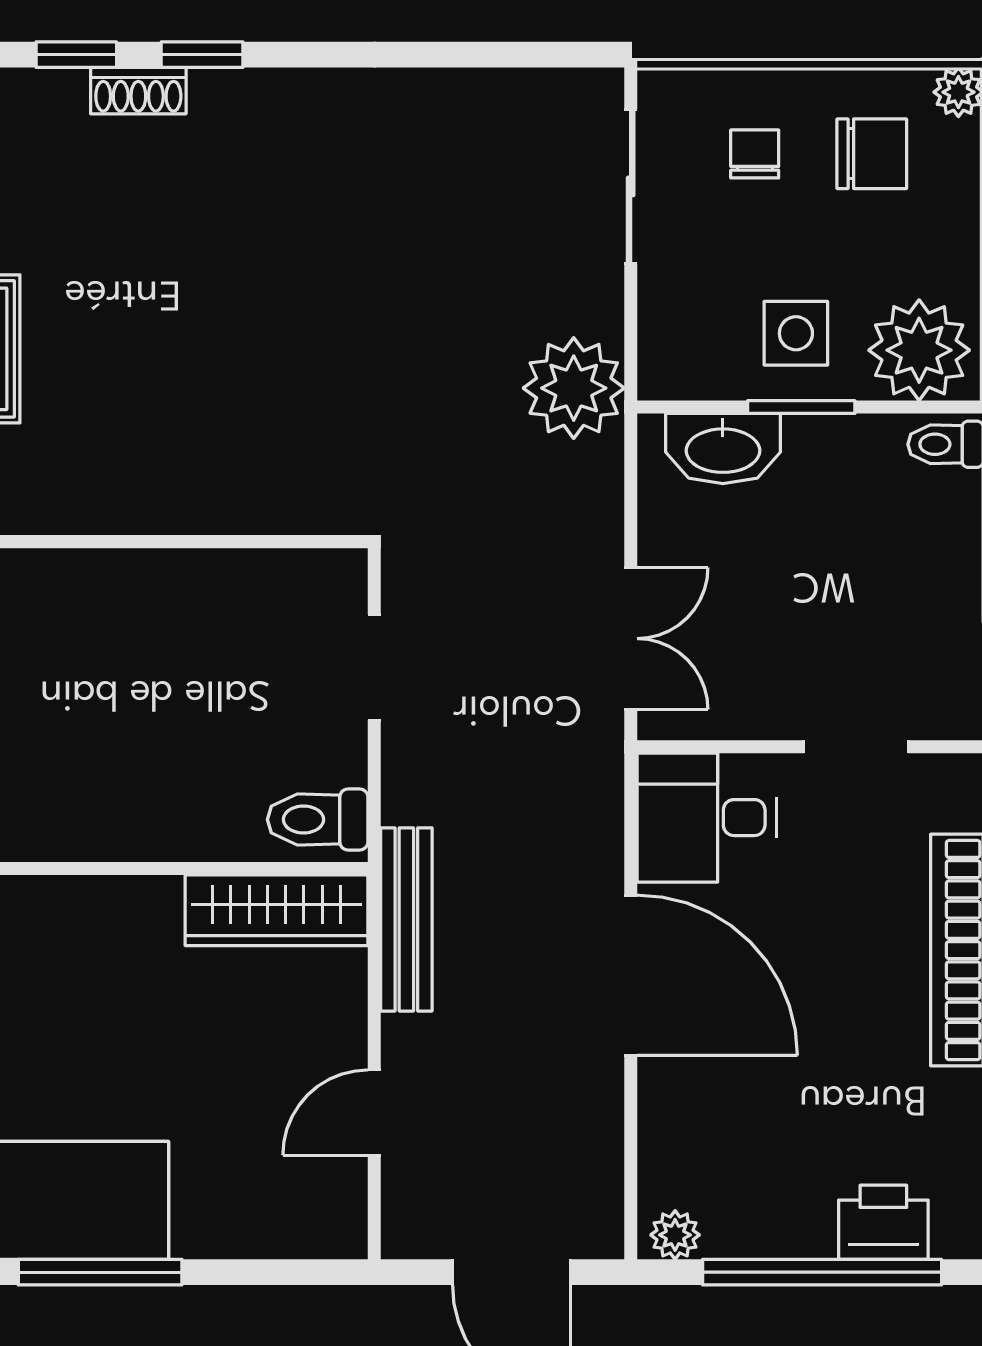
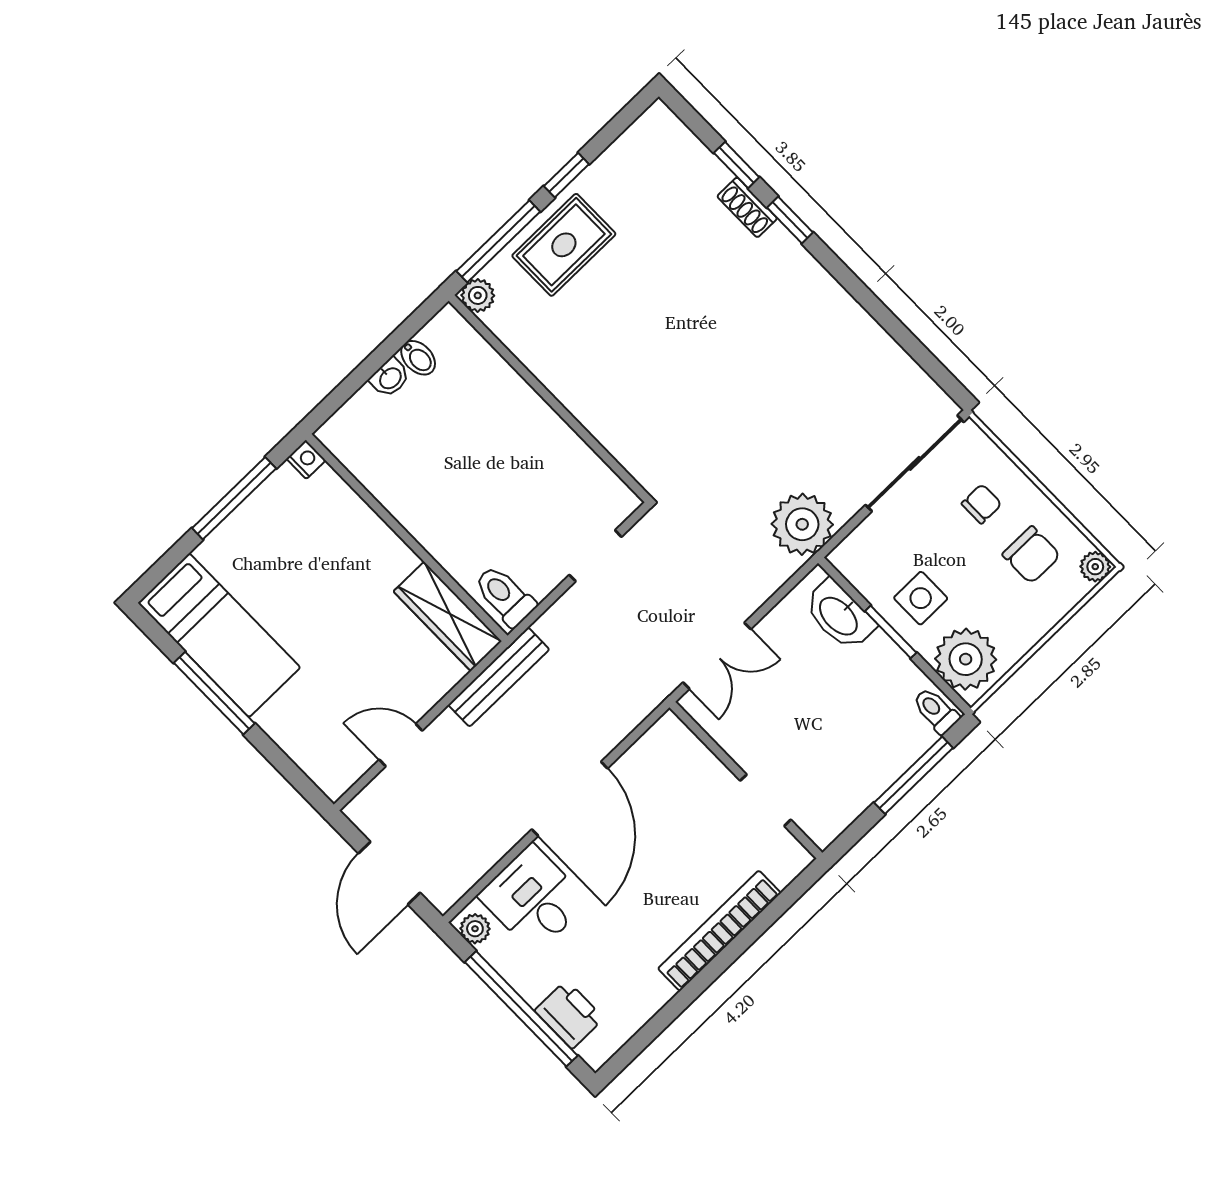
sliding door: (631, 186) -> (915, 463), width x1.37
desk: (707, 818) -> (533, 899), moved

